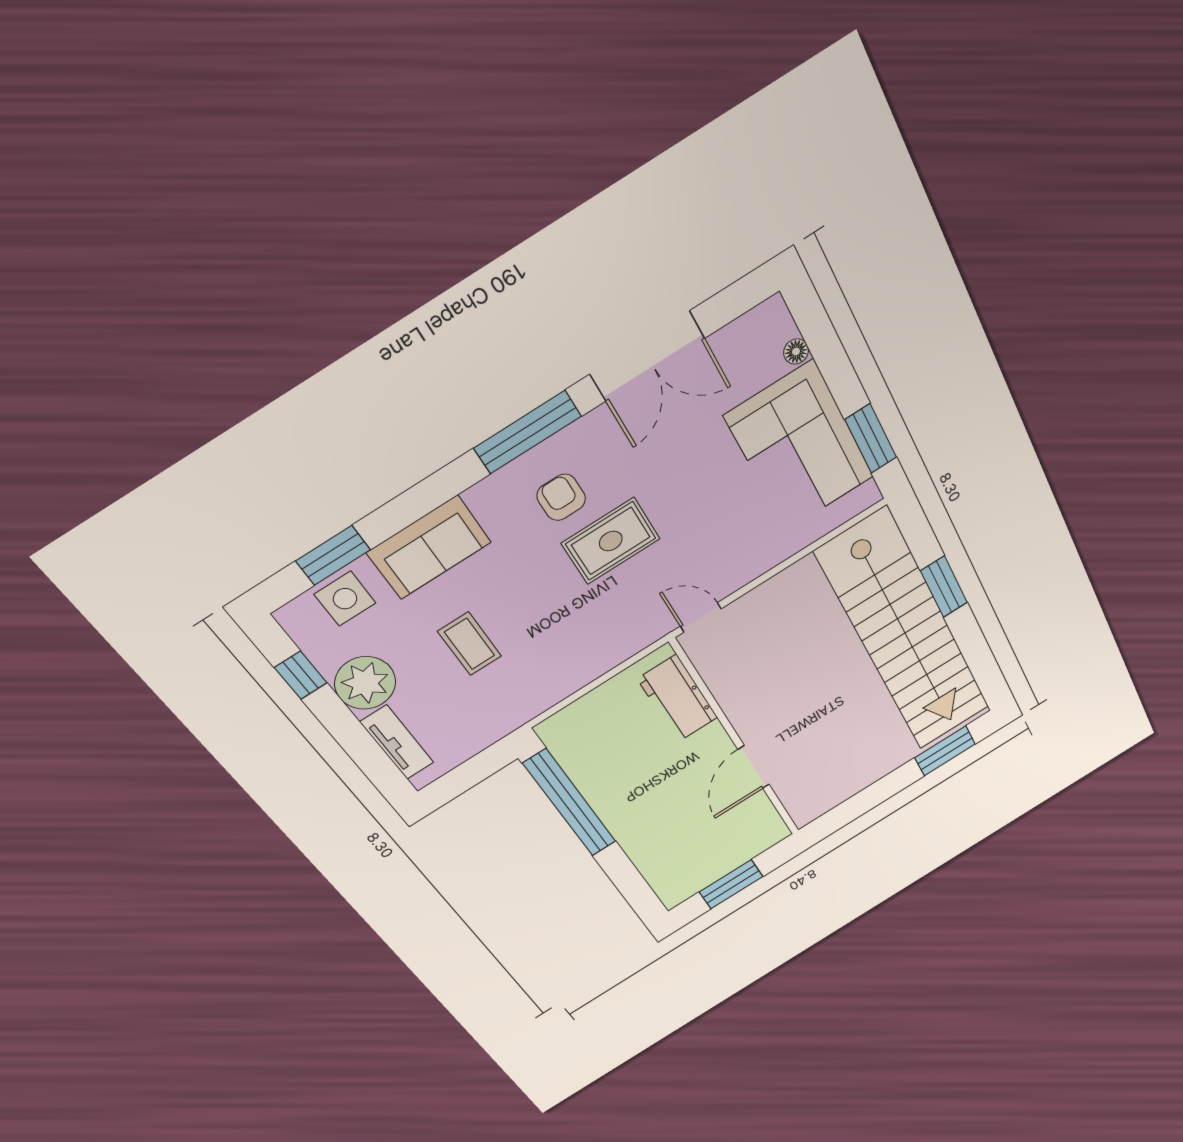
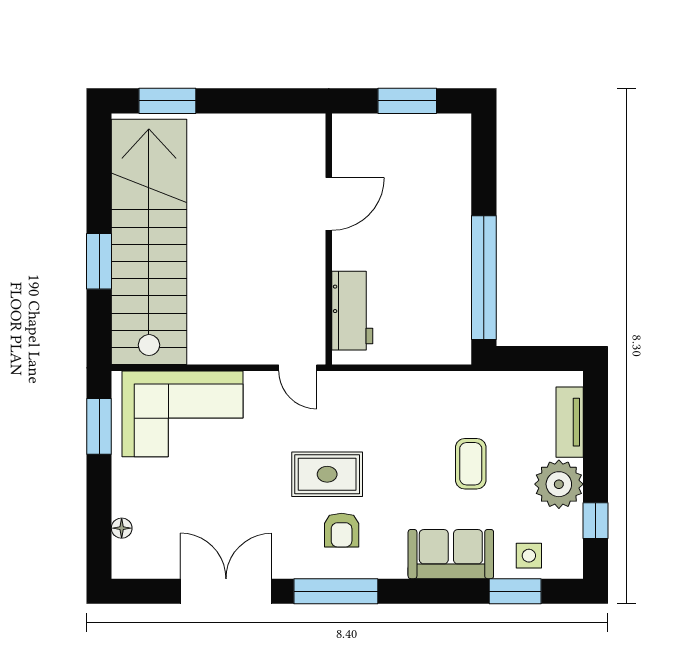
corner sofa: (800, 447) -> (183, 414), moved, turned 90
side table: (345, 599) -> (529, 556), width x0.73, depth x0.73

